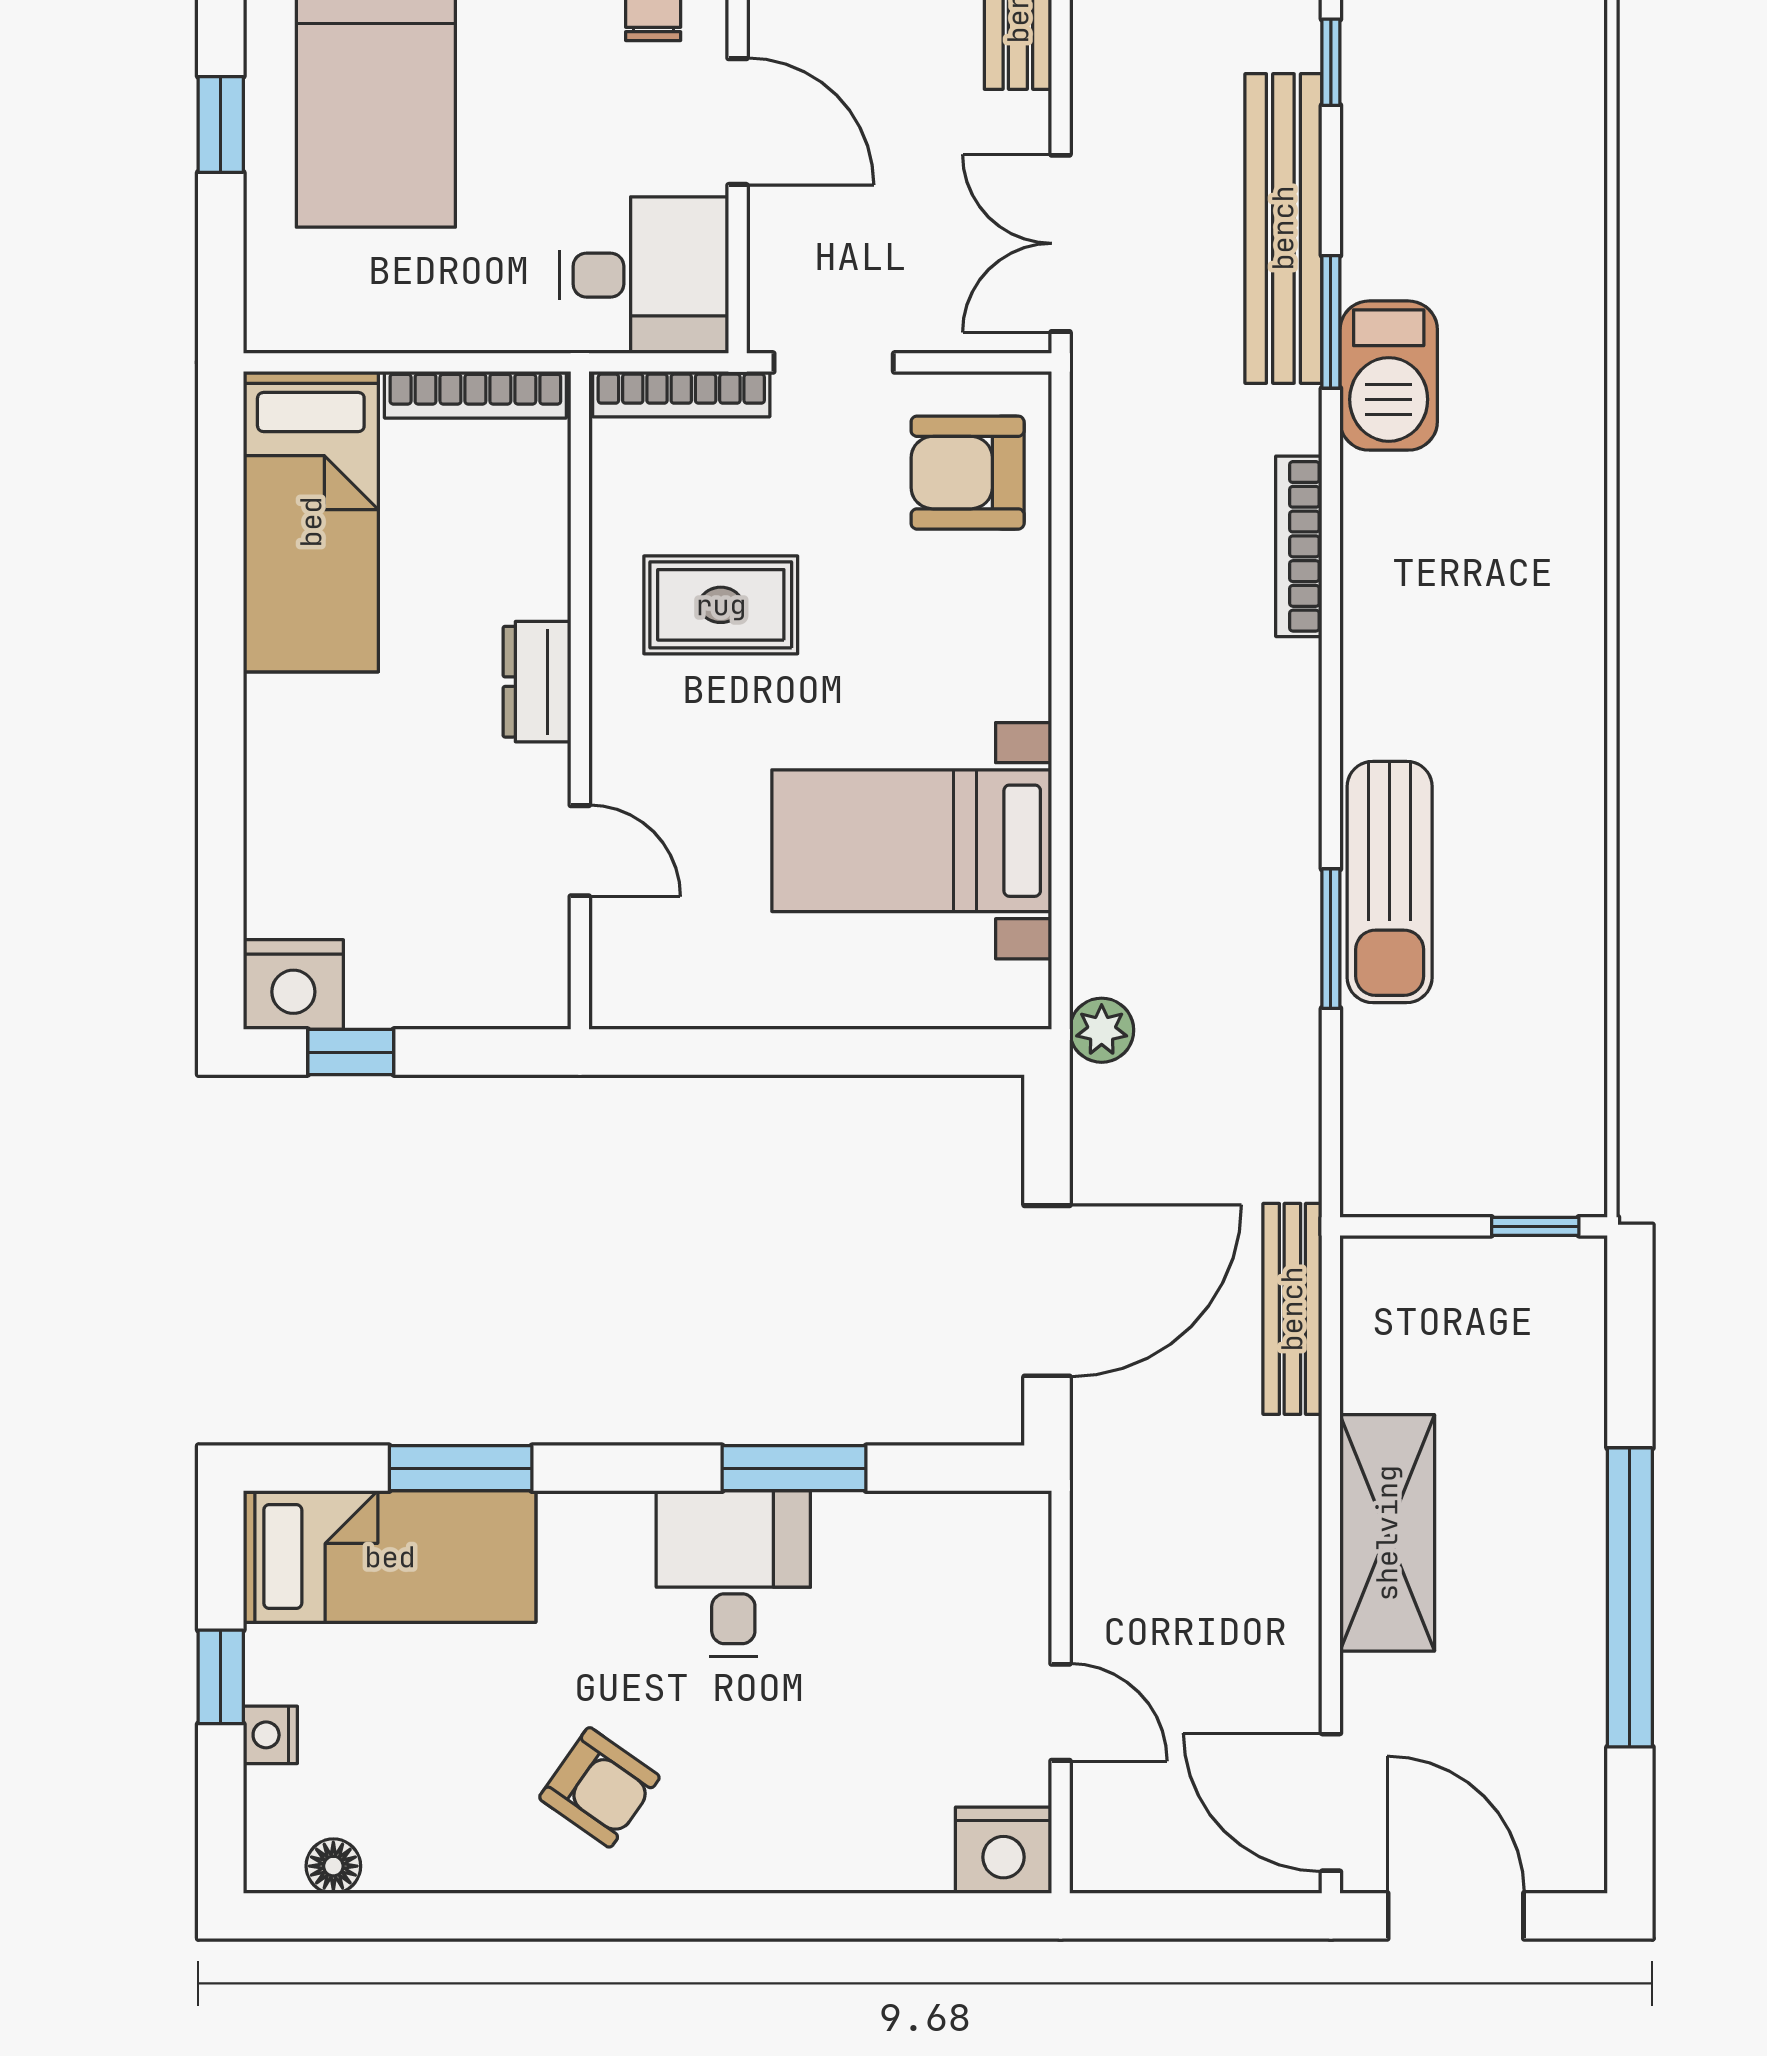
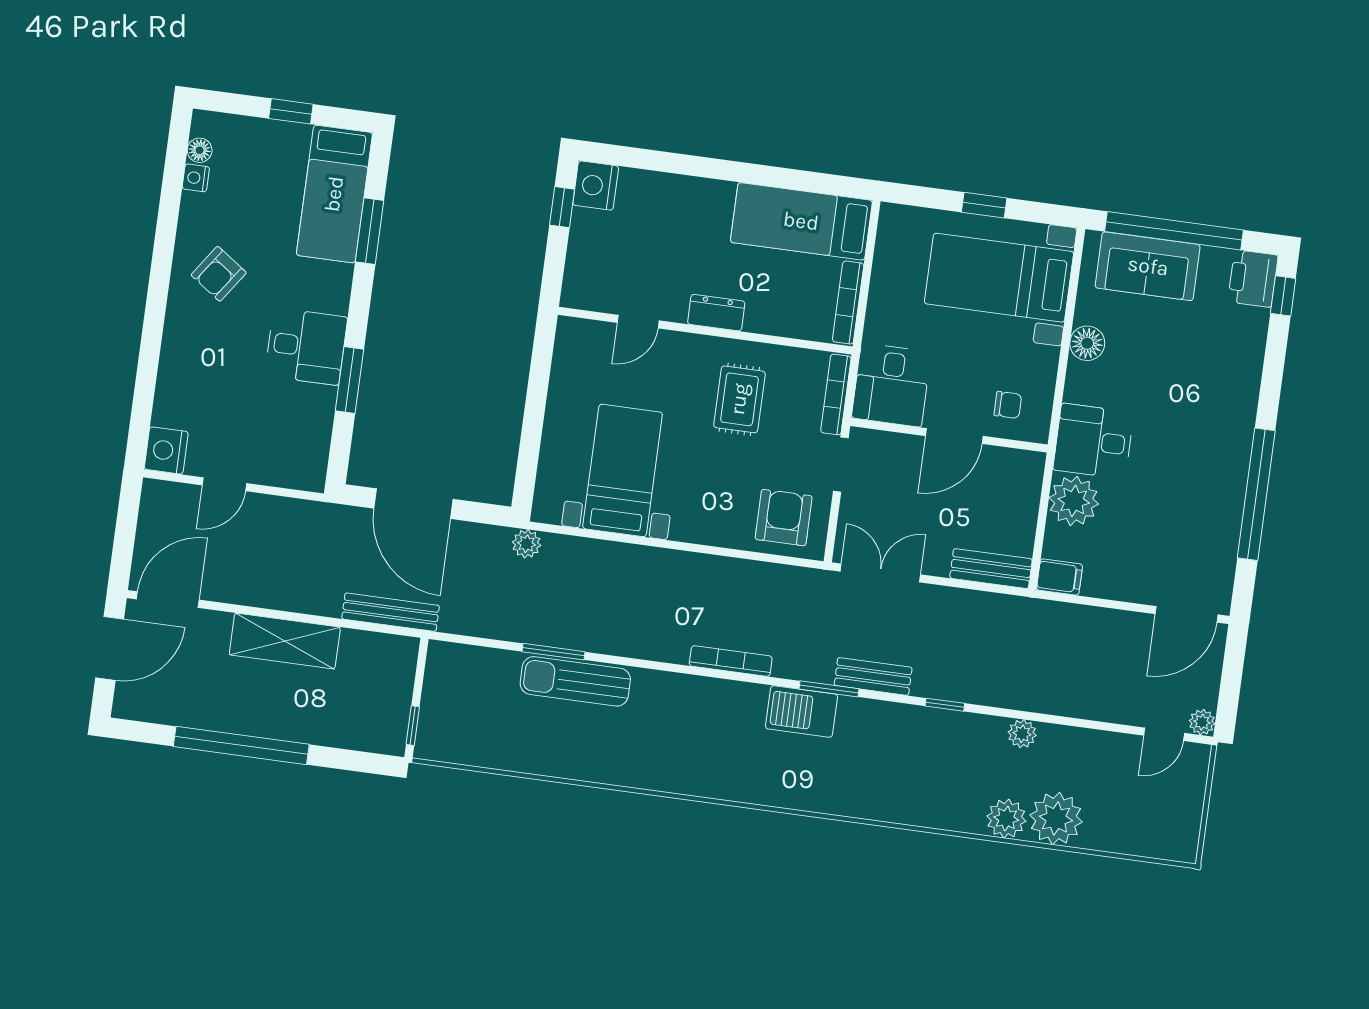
bench: (1283, 228) -> (873, 676), width x0.54, depth x0.82
nightstand: (270, 1735) -> (196, 178), moved, turned -90

